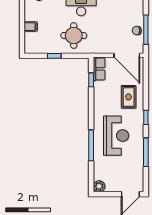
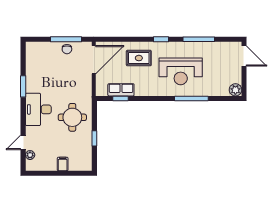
row of seats: (99, 69) -> (121, 90), moved
reception desk: (116, 136) -> (181, 71), turned 180

